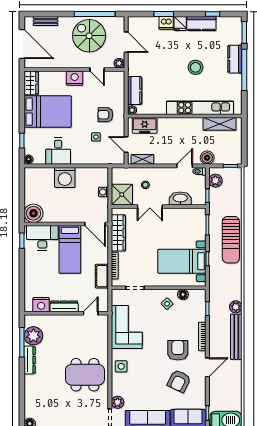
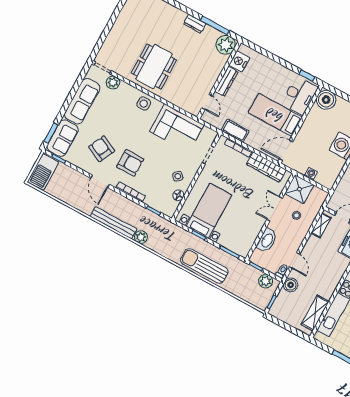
plant: (33, 336) -> (226, 45), moved
dresser: (30, 360) -> (195, 24), width x0.70

